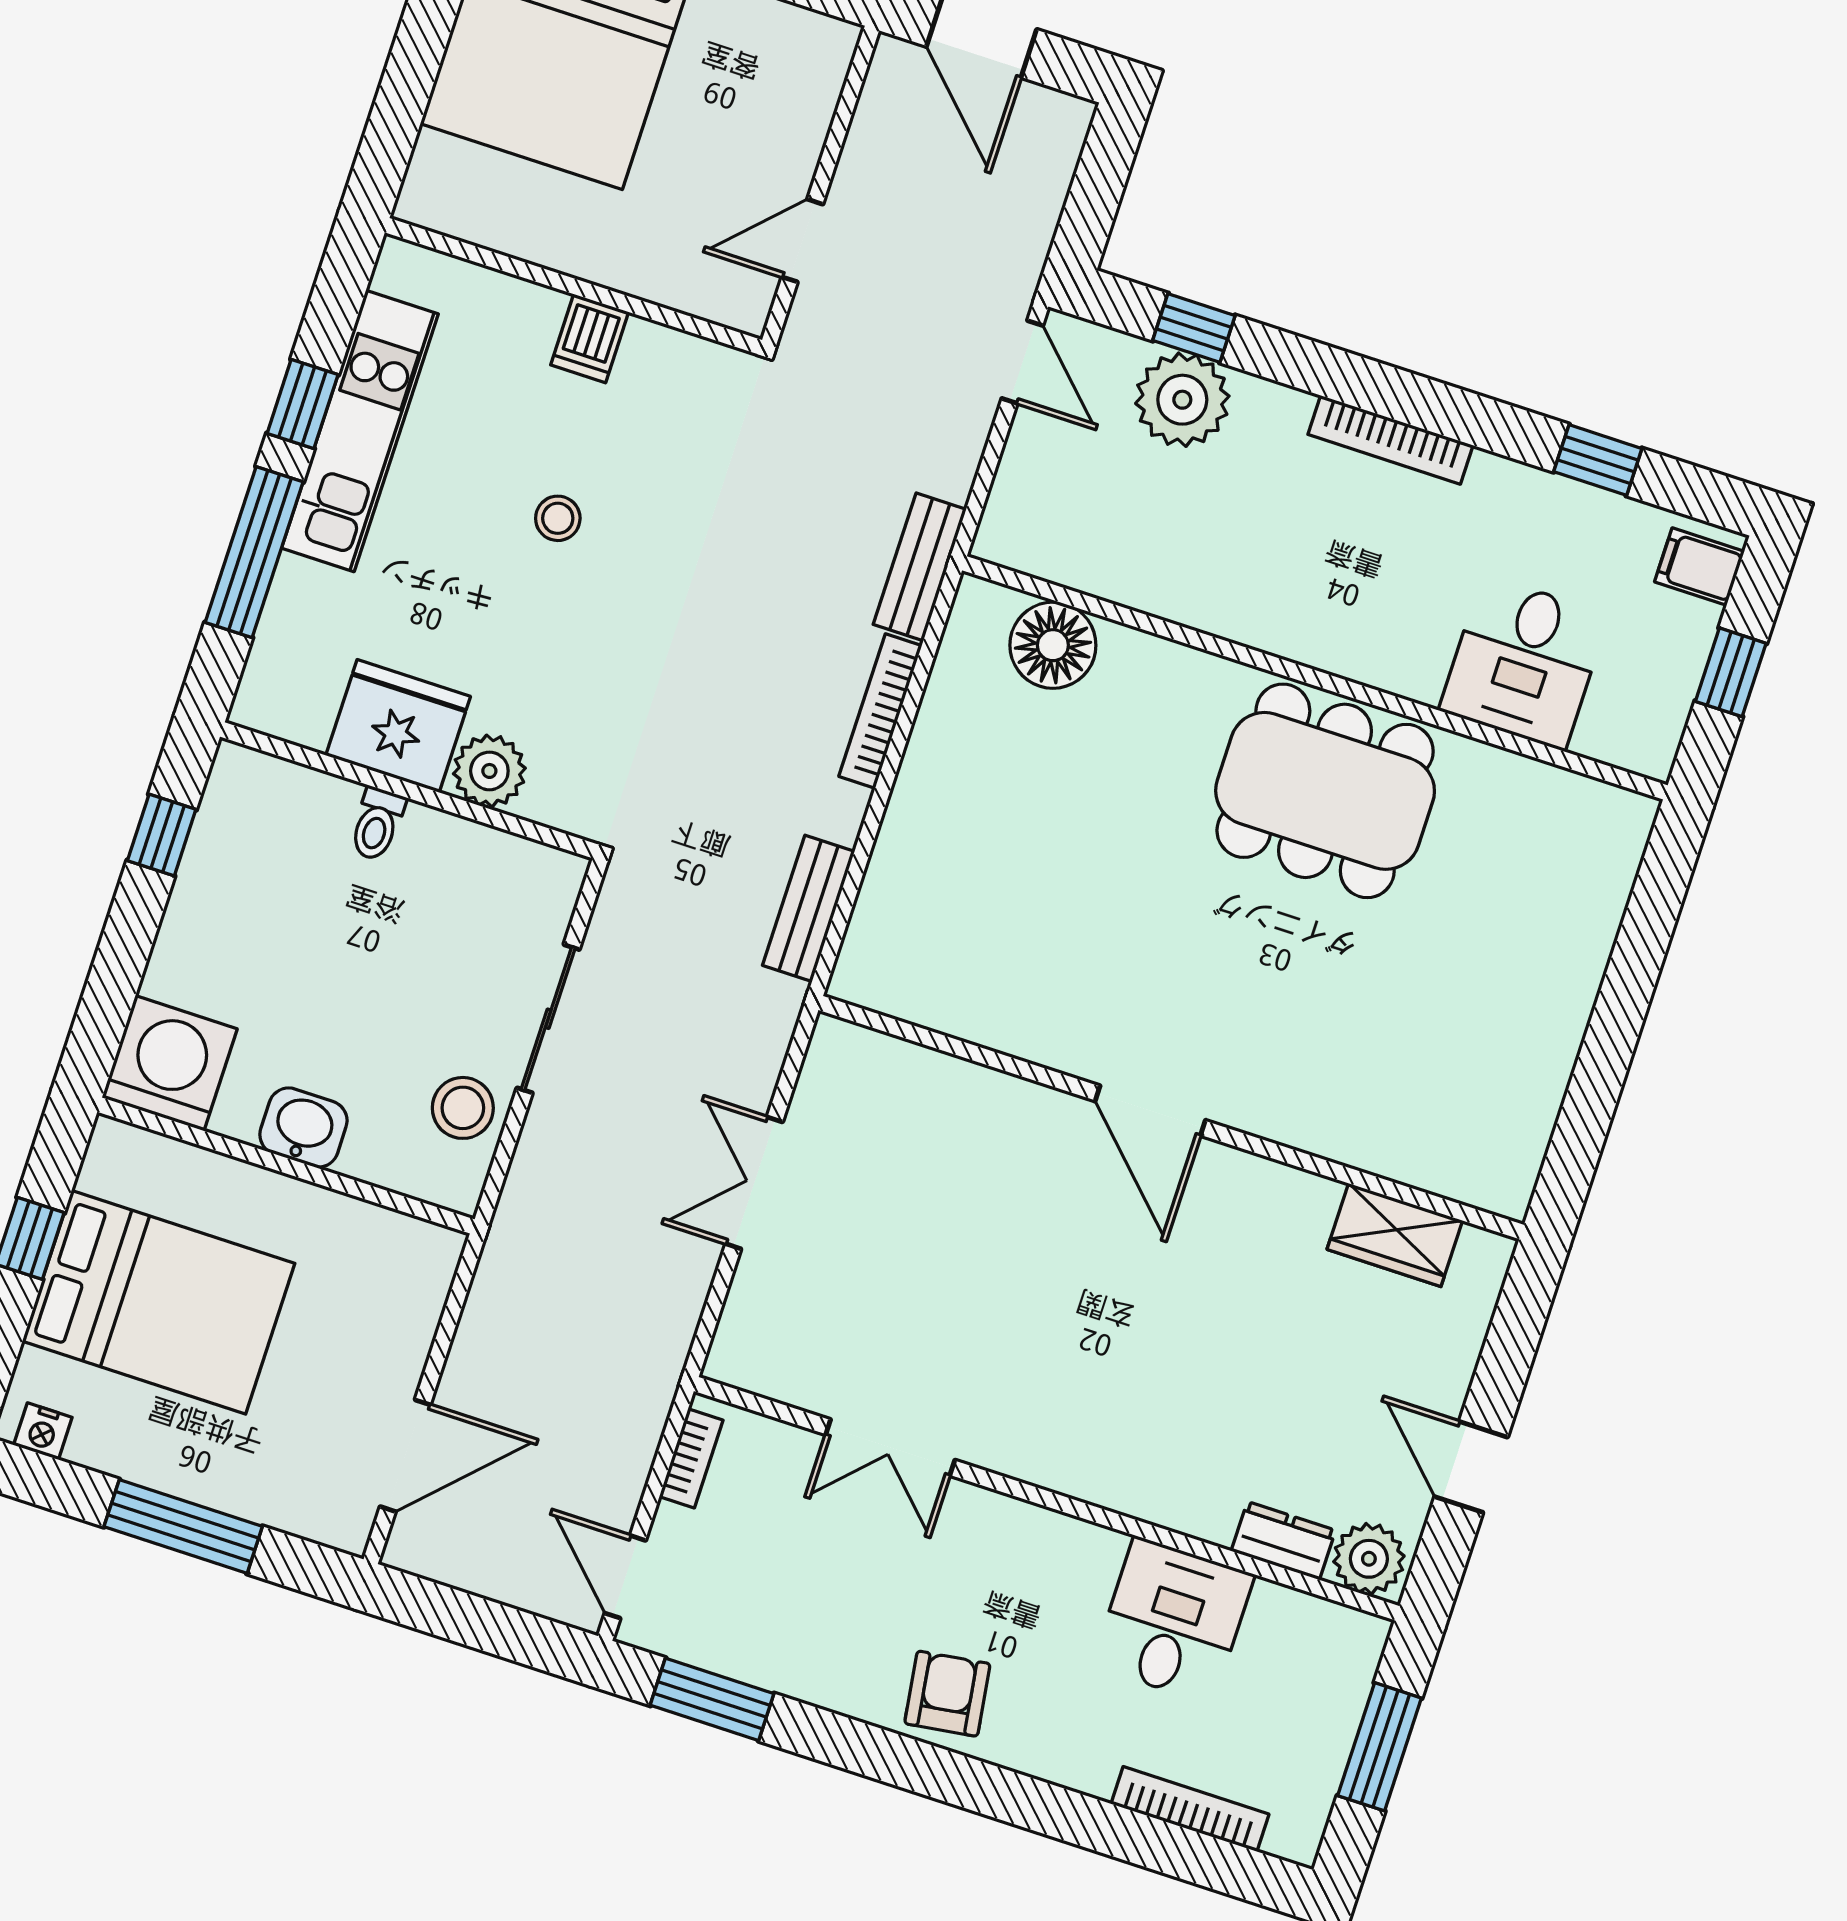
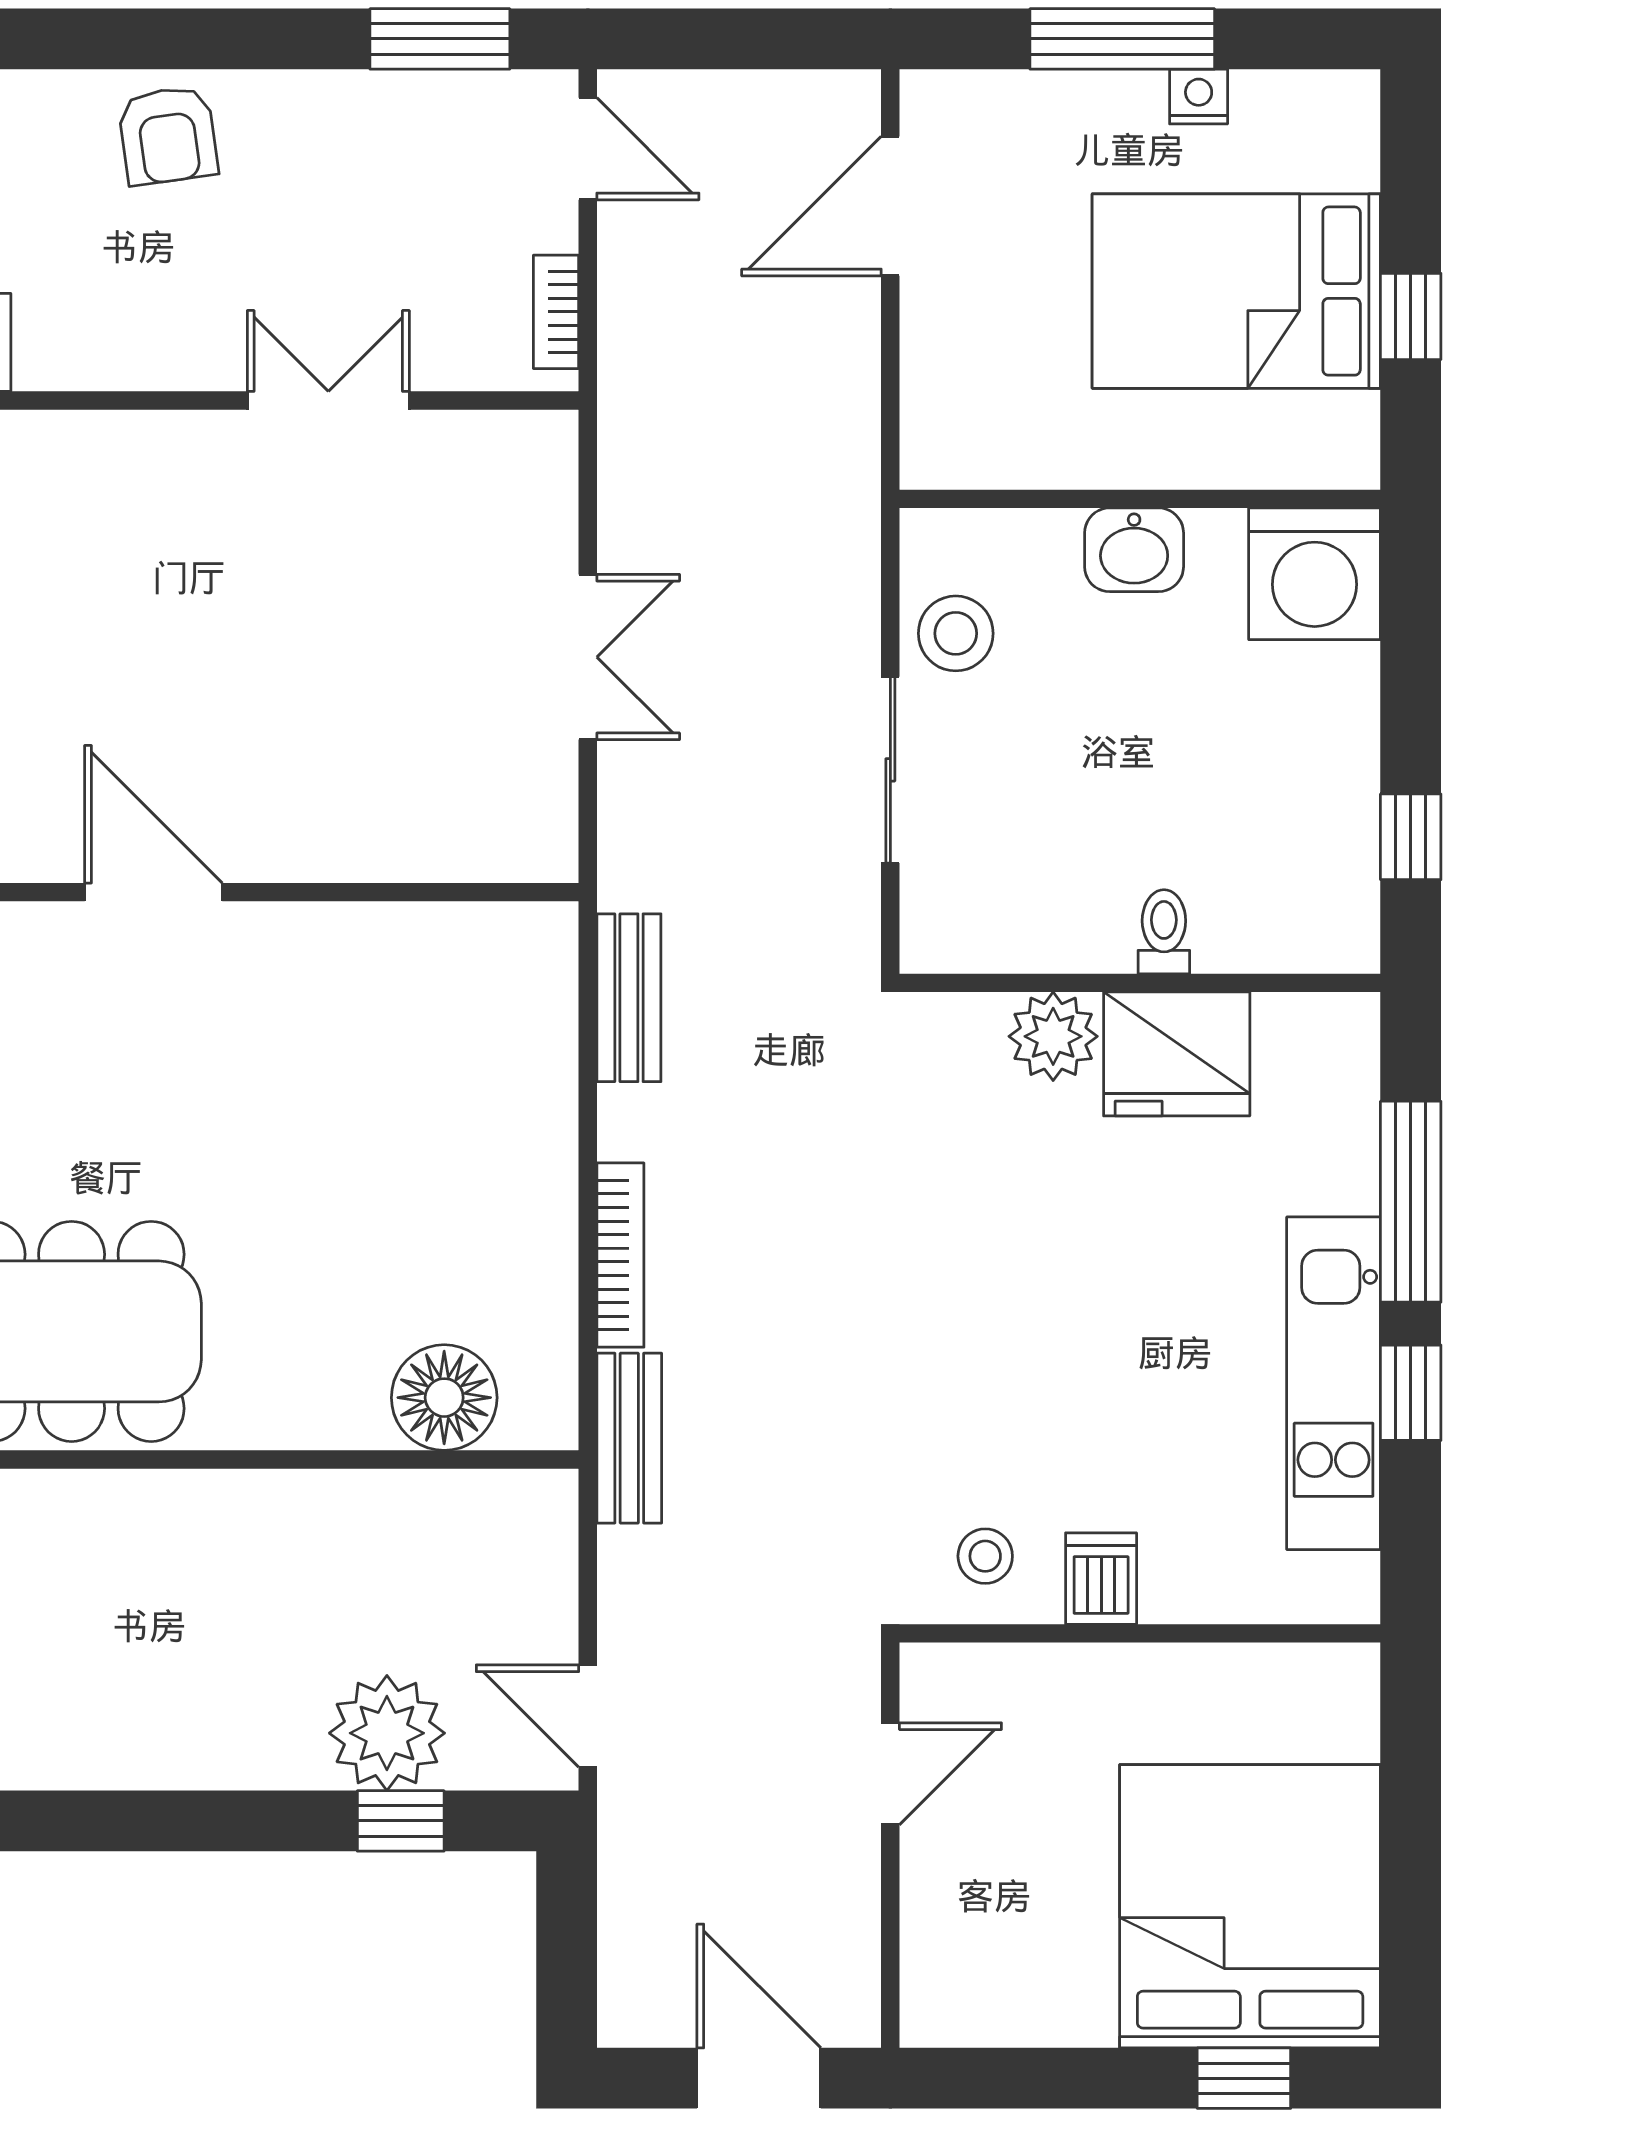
bookcase: (1390, 440) -> (129, 1766), removed
stool: (558, 518) -> (985, 1556), moved
nightstand: (43, 1431) -> (1199, 97), moved

